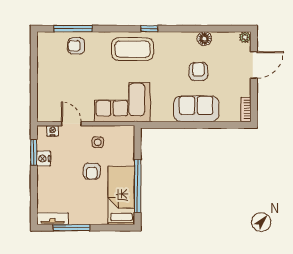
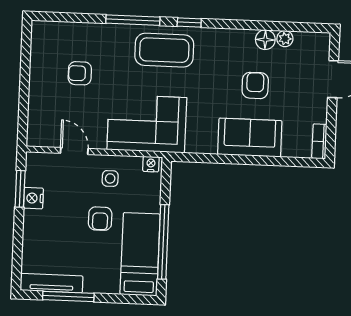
window: (73, 29) -> (133, 20), moved
plant: (245, 37) -> (285, 39), moved
armchair: (76, 46) -> (80, 73), moved
nightstand: (52, 131) -> (151, 164), moved
tv unit: (53, 219) -> (52, 283), width x1.41

